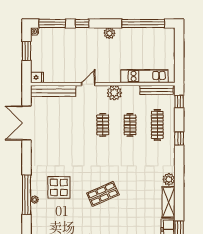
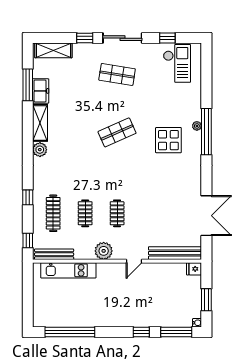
plant: (109, 33) -> (109, 321), removed

